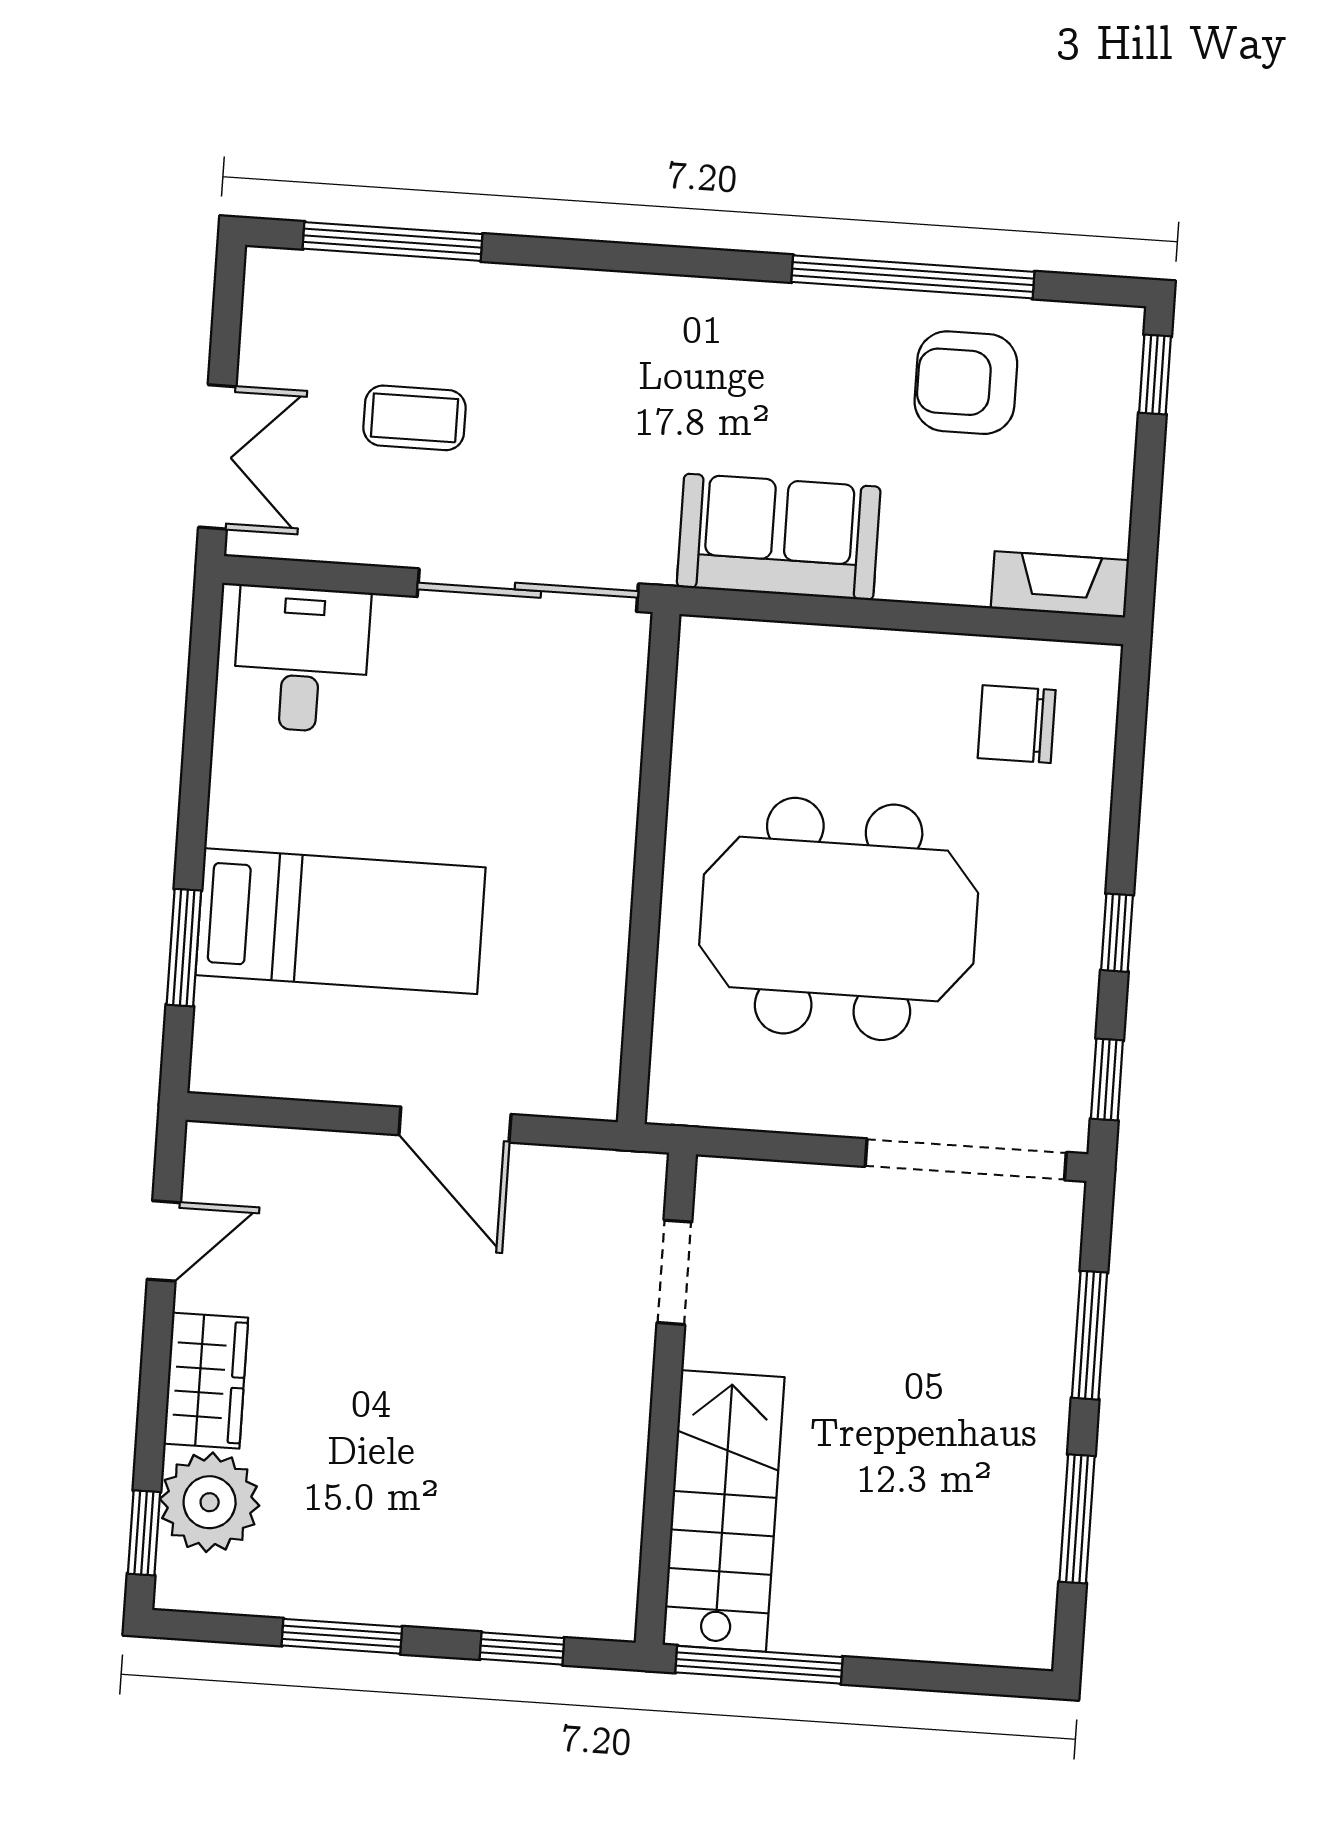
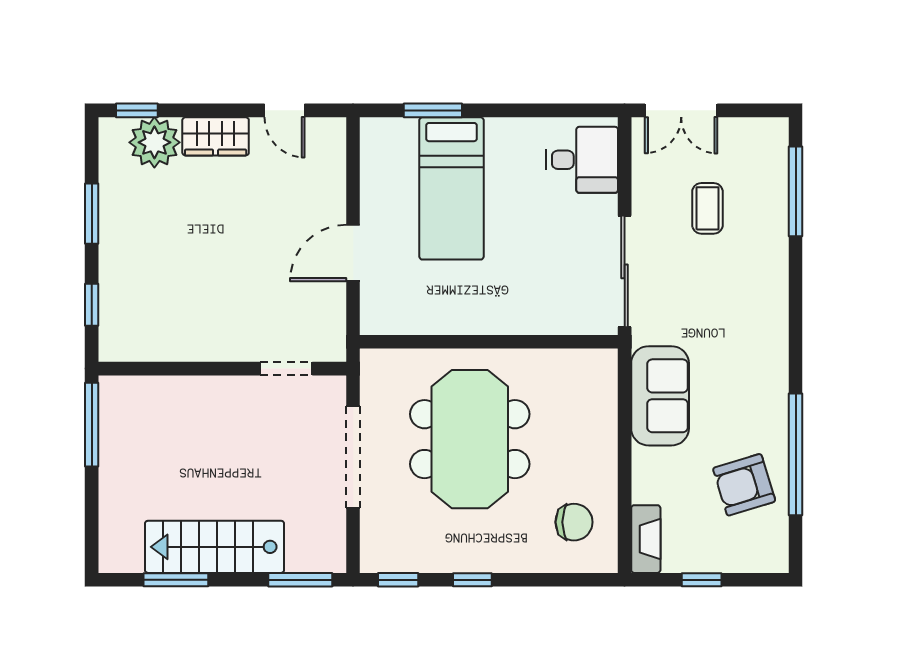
window: (1155, 375) -> (702, 580), moved
armchair: (966, 383) -> (744, 485), turned -107
chair: (1017, 724) -> (574, 522), turned 90
doorway: (966, 1159) -> (353, 457), moved
window: (1090, 1335) -> (300, 580), moved
stairs: (723, 1511) -> (215, 547), moved, turned 180

